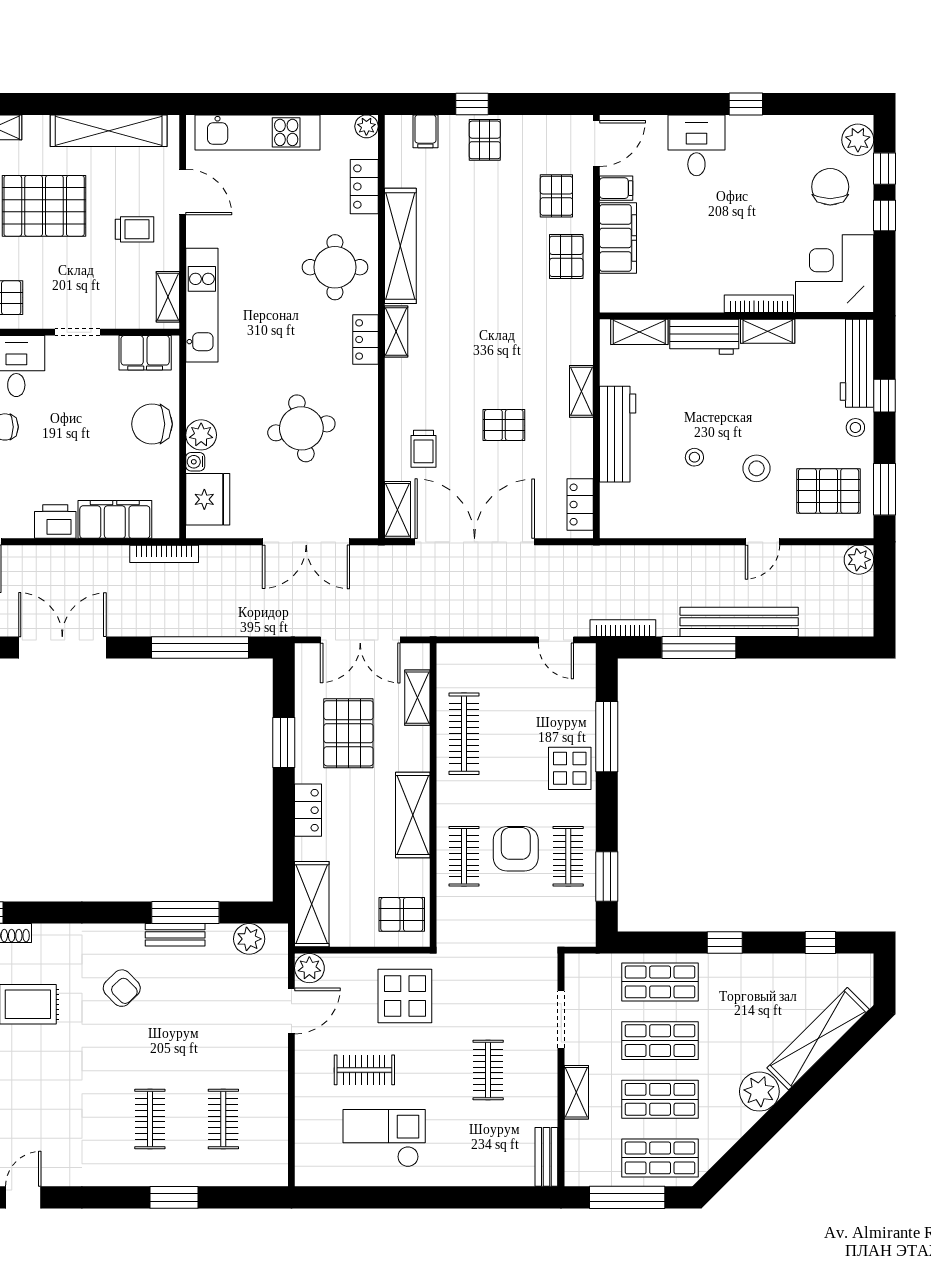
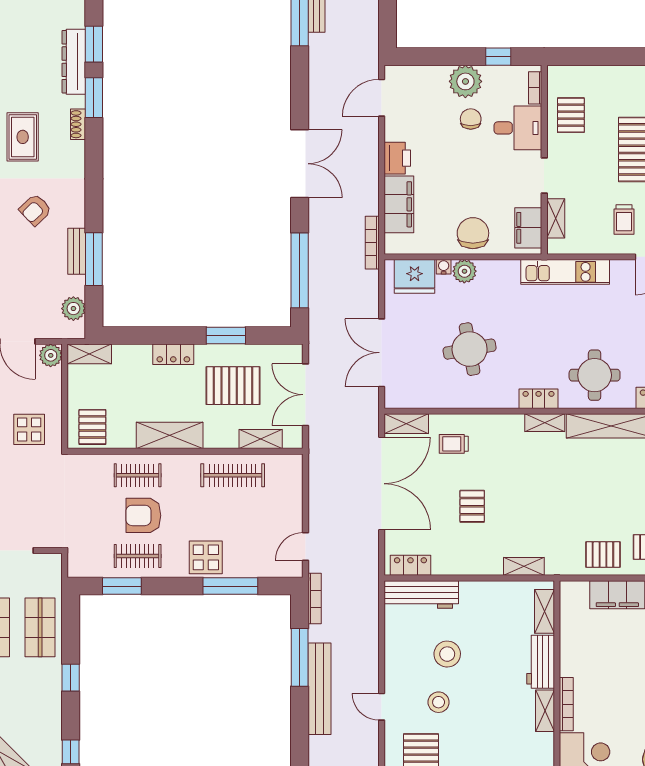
shelving: (168, 297) -> (556, 218), moved, turned 90
shelving: (581, 391) -> (524, 566), moved
workbench: (618, 434) -> (421, 594), moved
stool: (694, 457) -> (447, 654), width x1.89, depth x1.89
armchair: (516, 849) -> (143, 515), turned 180
shelving: (312, 904) -> (89, 354), width x0.67, depth x0.75
display table: (405, 996) -> (29, 429), width x0.73, depth x0.73

